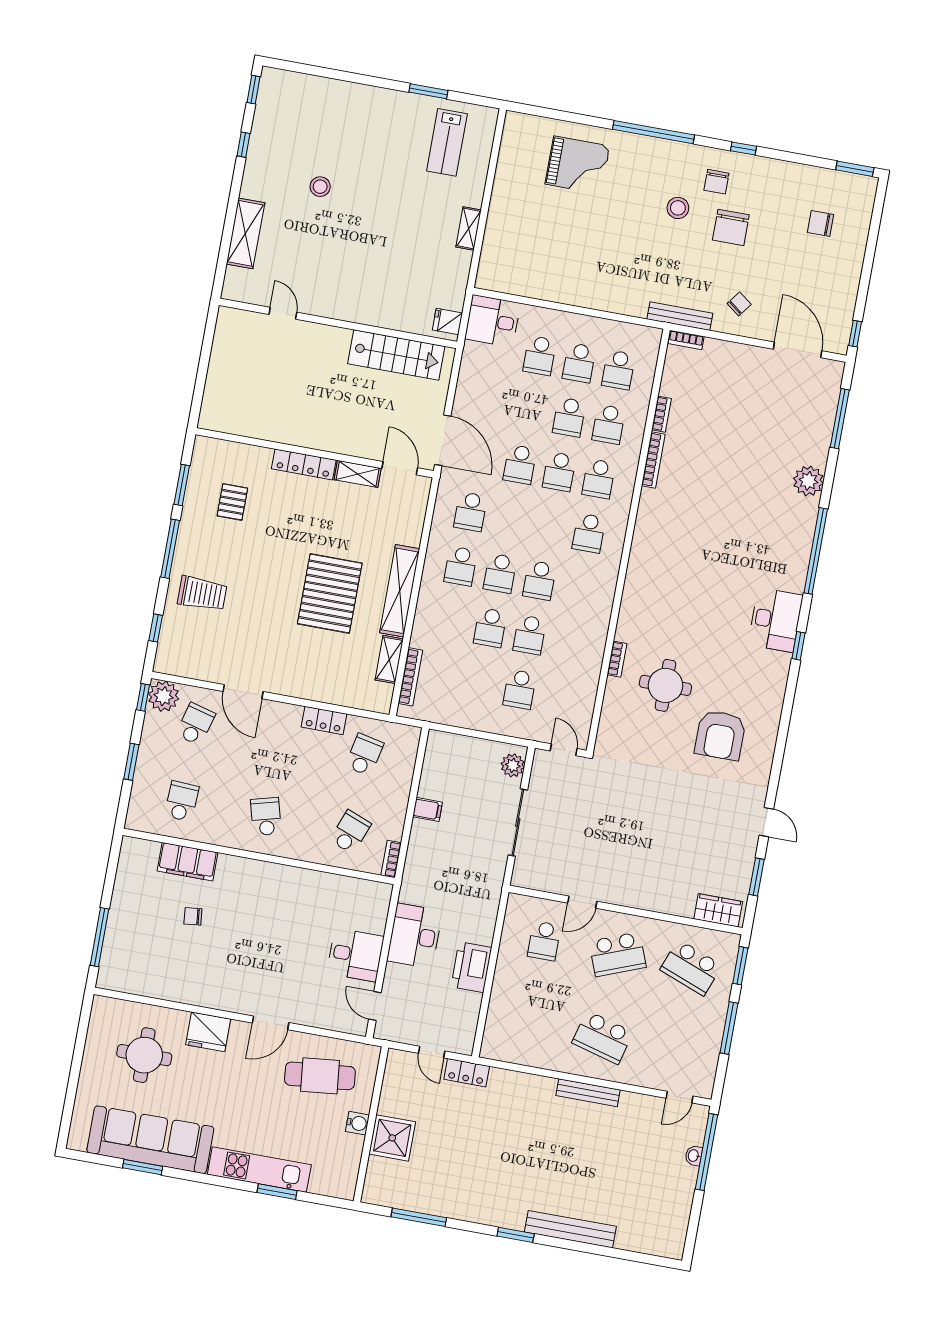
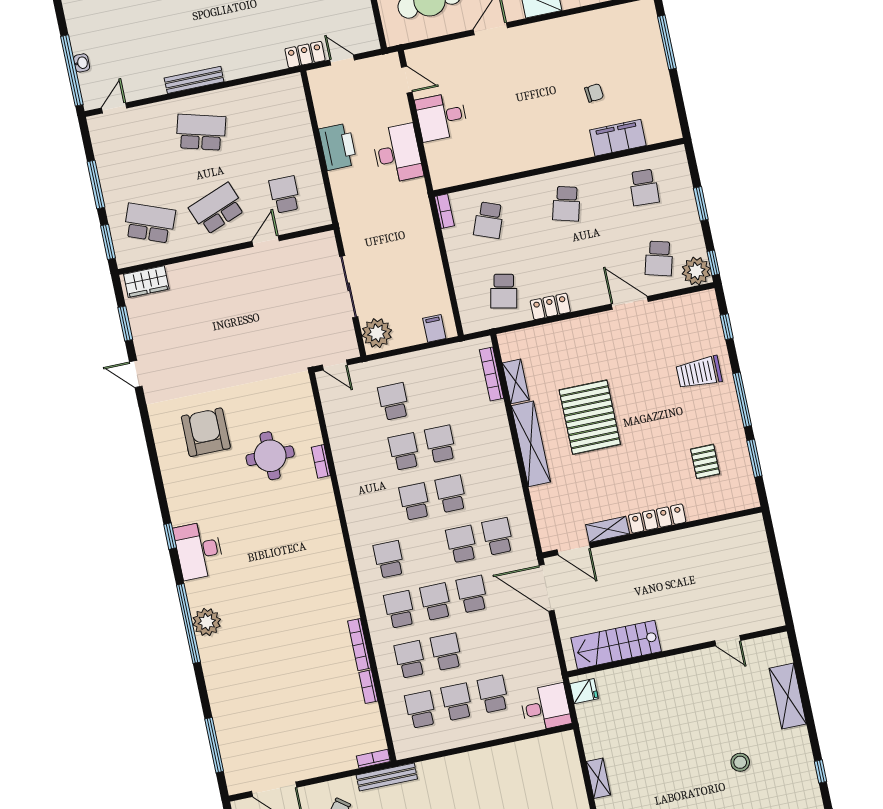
plant: (808, 481) -> (207, 622), moved
school desk: (461, 566) -> (462, 544), moved
plant: (513, 765) -> (377, 333), width x1.36, depth x1.36
filing cabinet: (428, 809) -> (434, 328), moved, turned 90
school desk: (266, 817) -> (566, 204), turned 30

